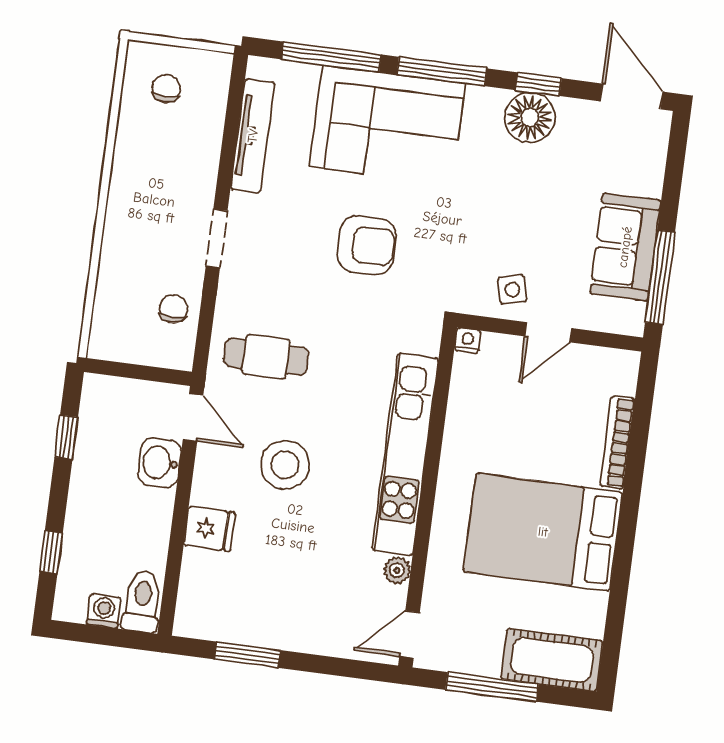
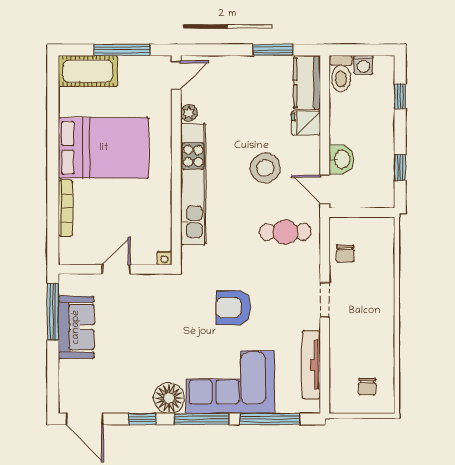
floor lamp: (530, 117) -> (169, 398), moved
side table: (512, 290) -> (141, 292), removed
kitchen counter: (199, 594) -> (307, 83), added

